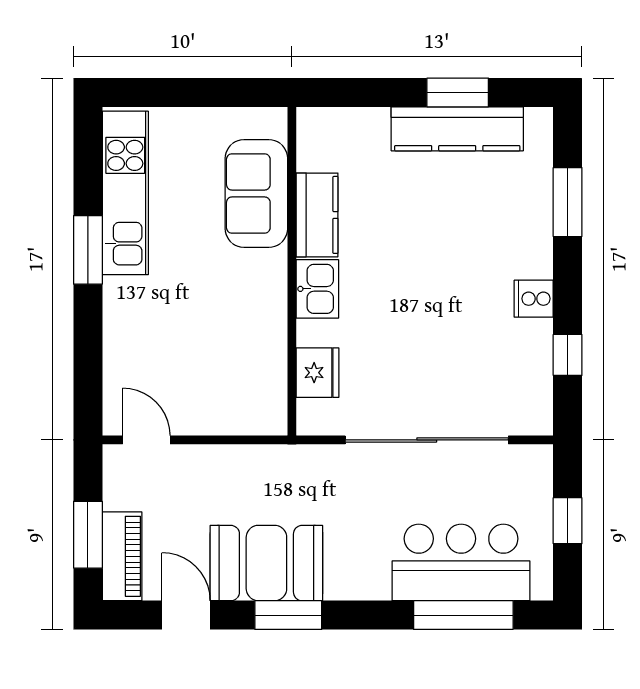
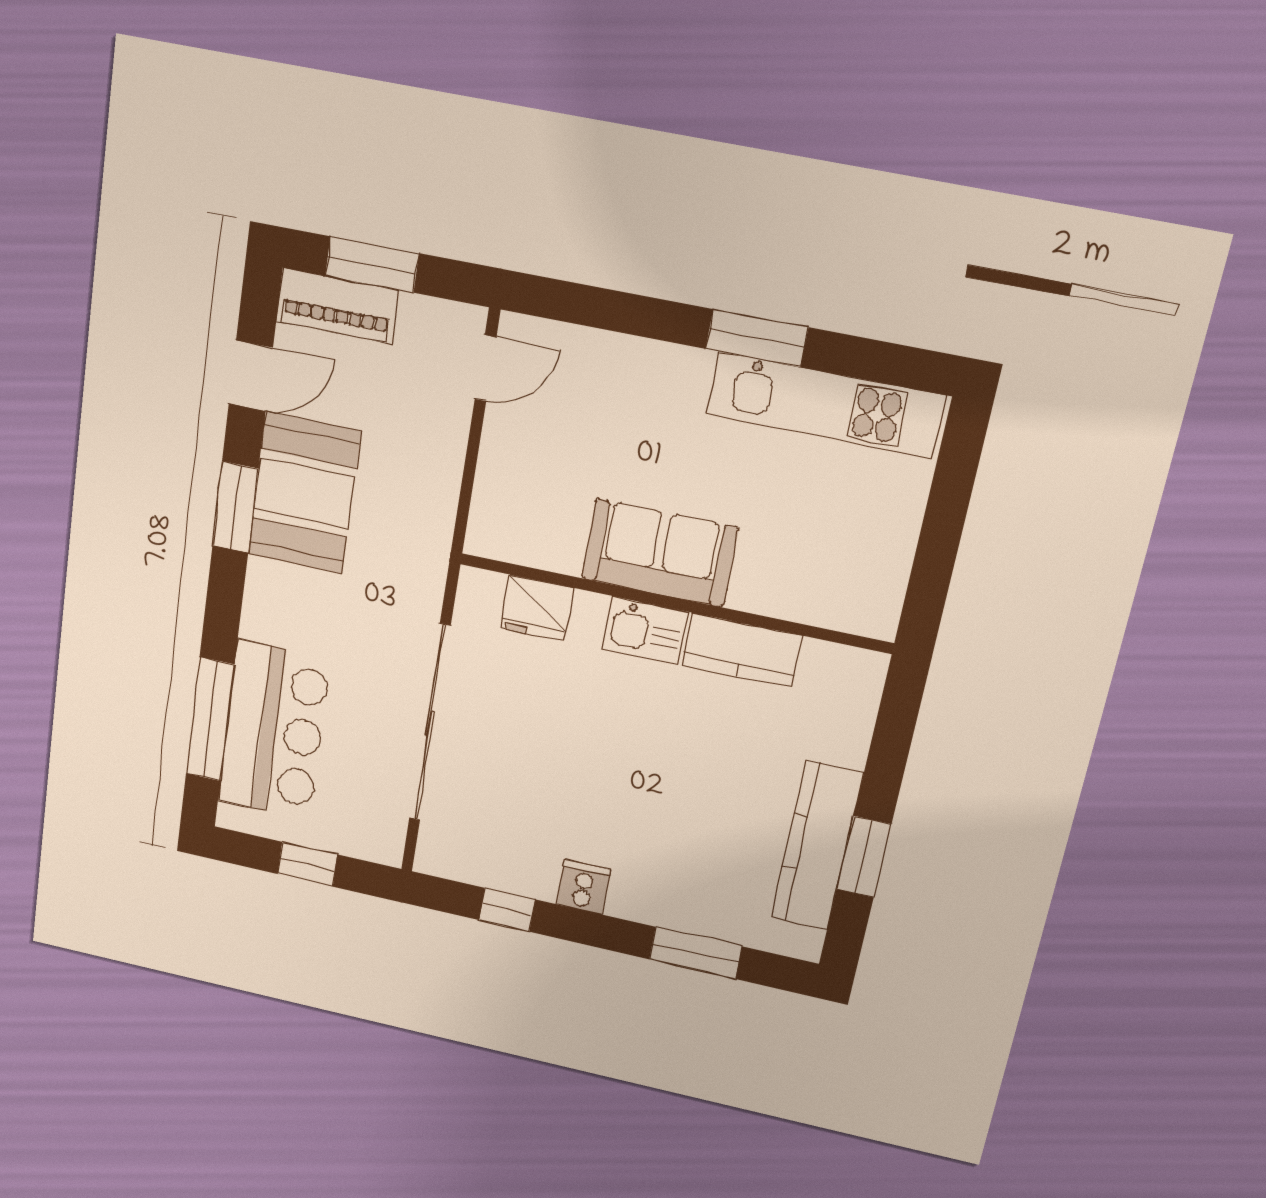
sofa: (256, 194) -> (660, 553), moved

